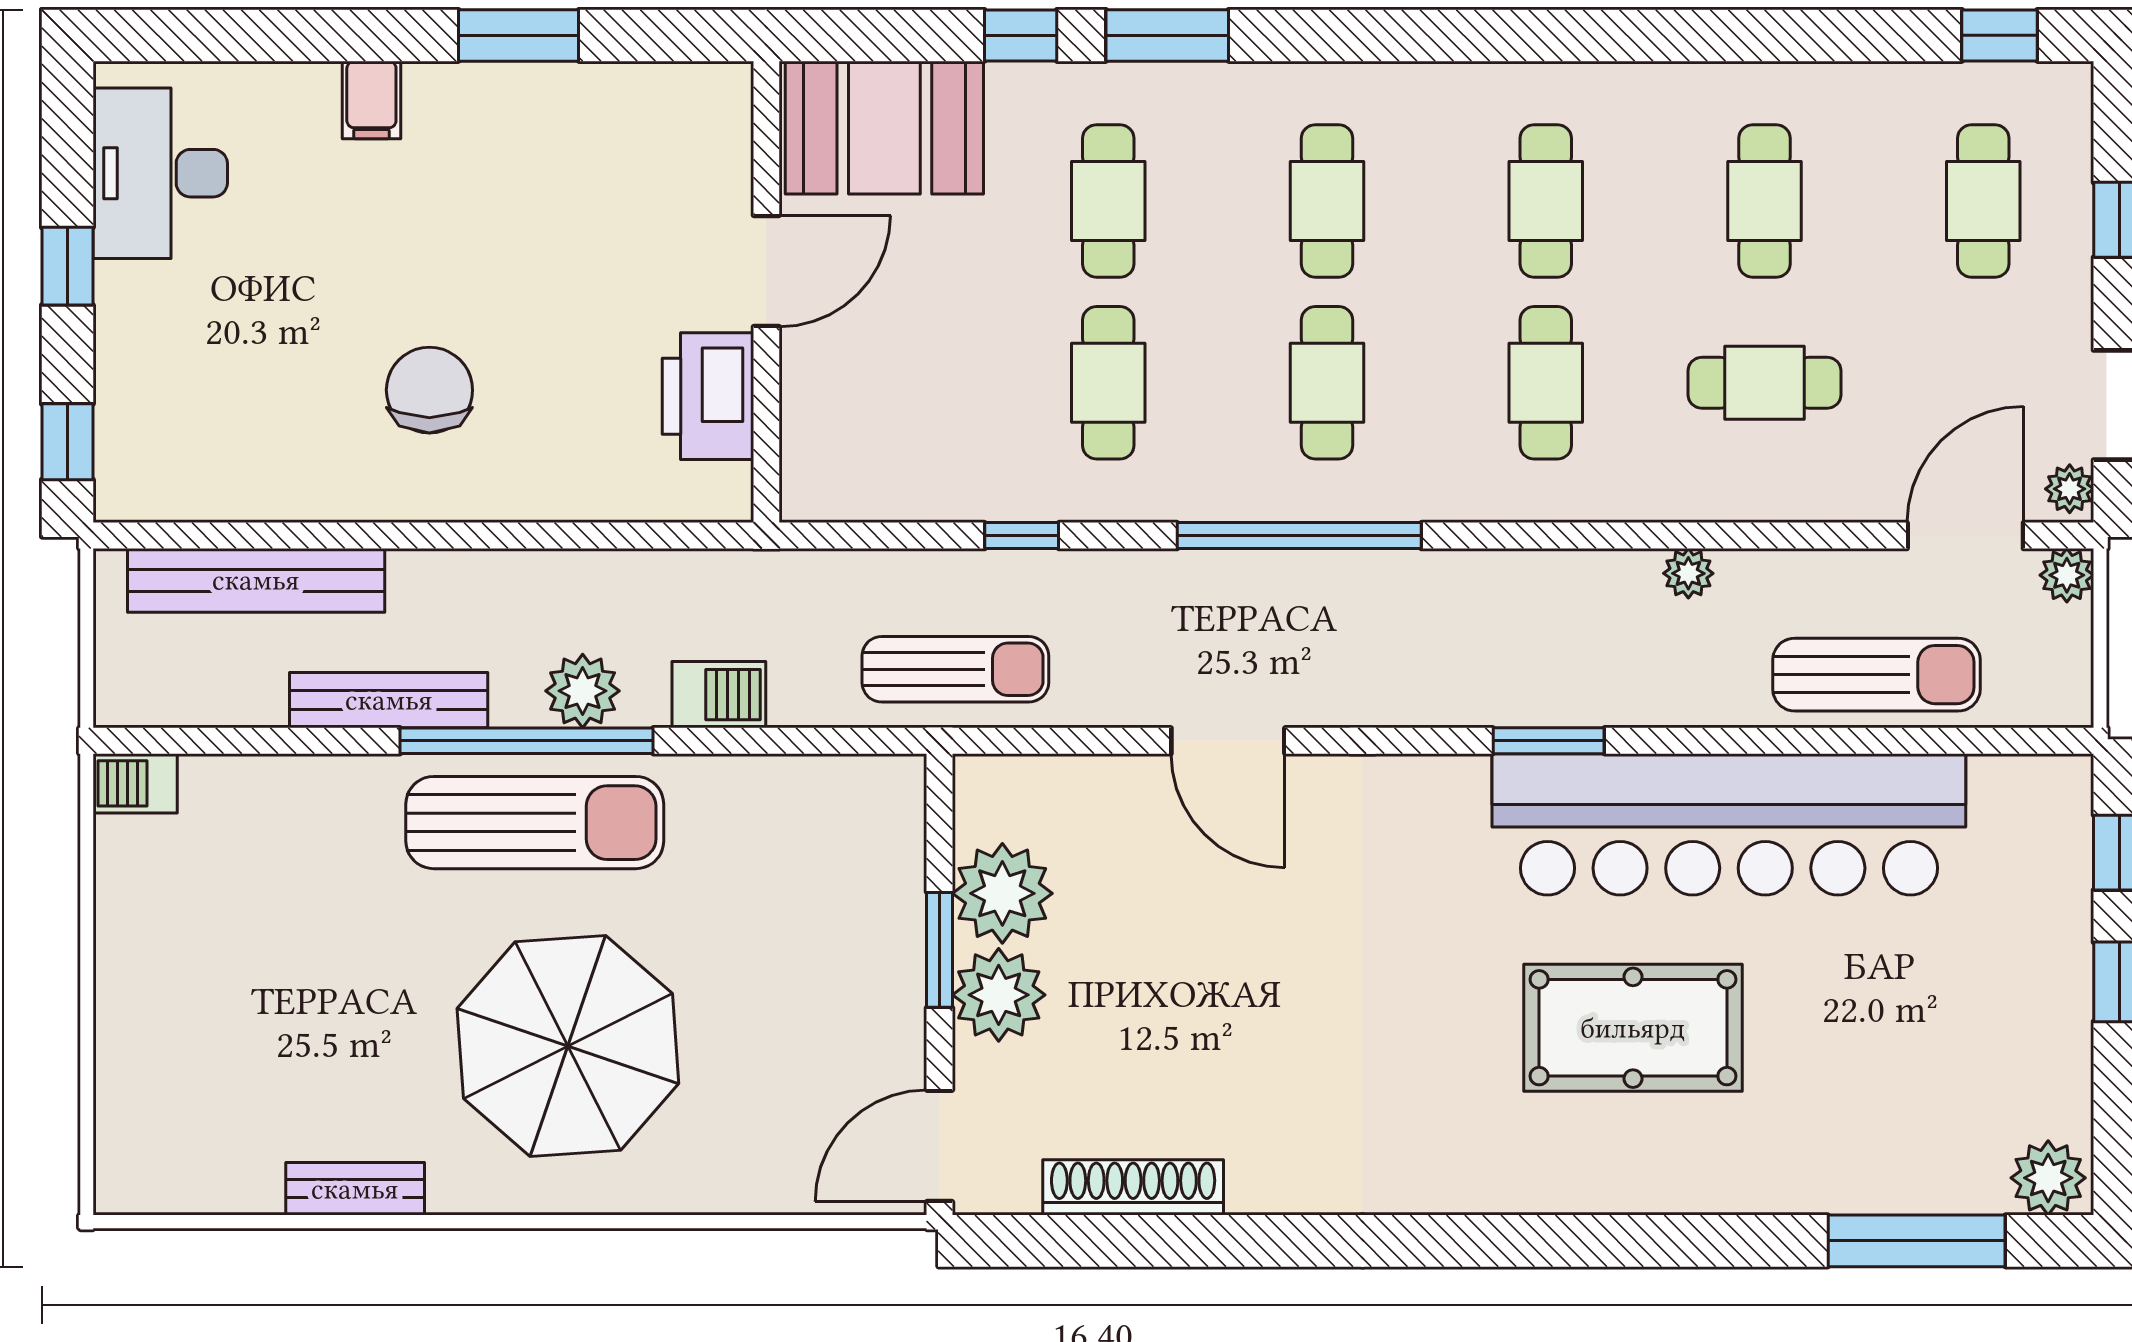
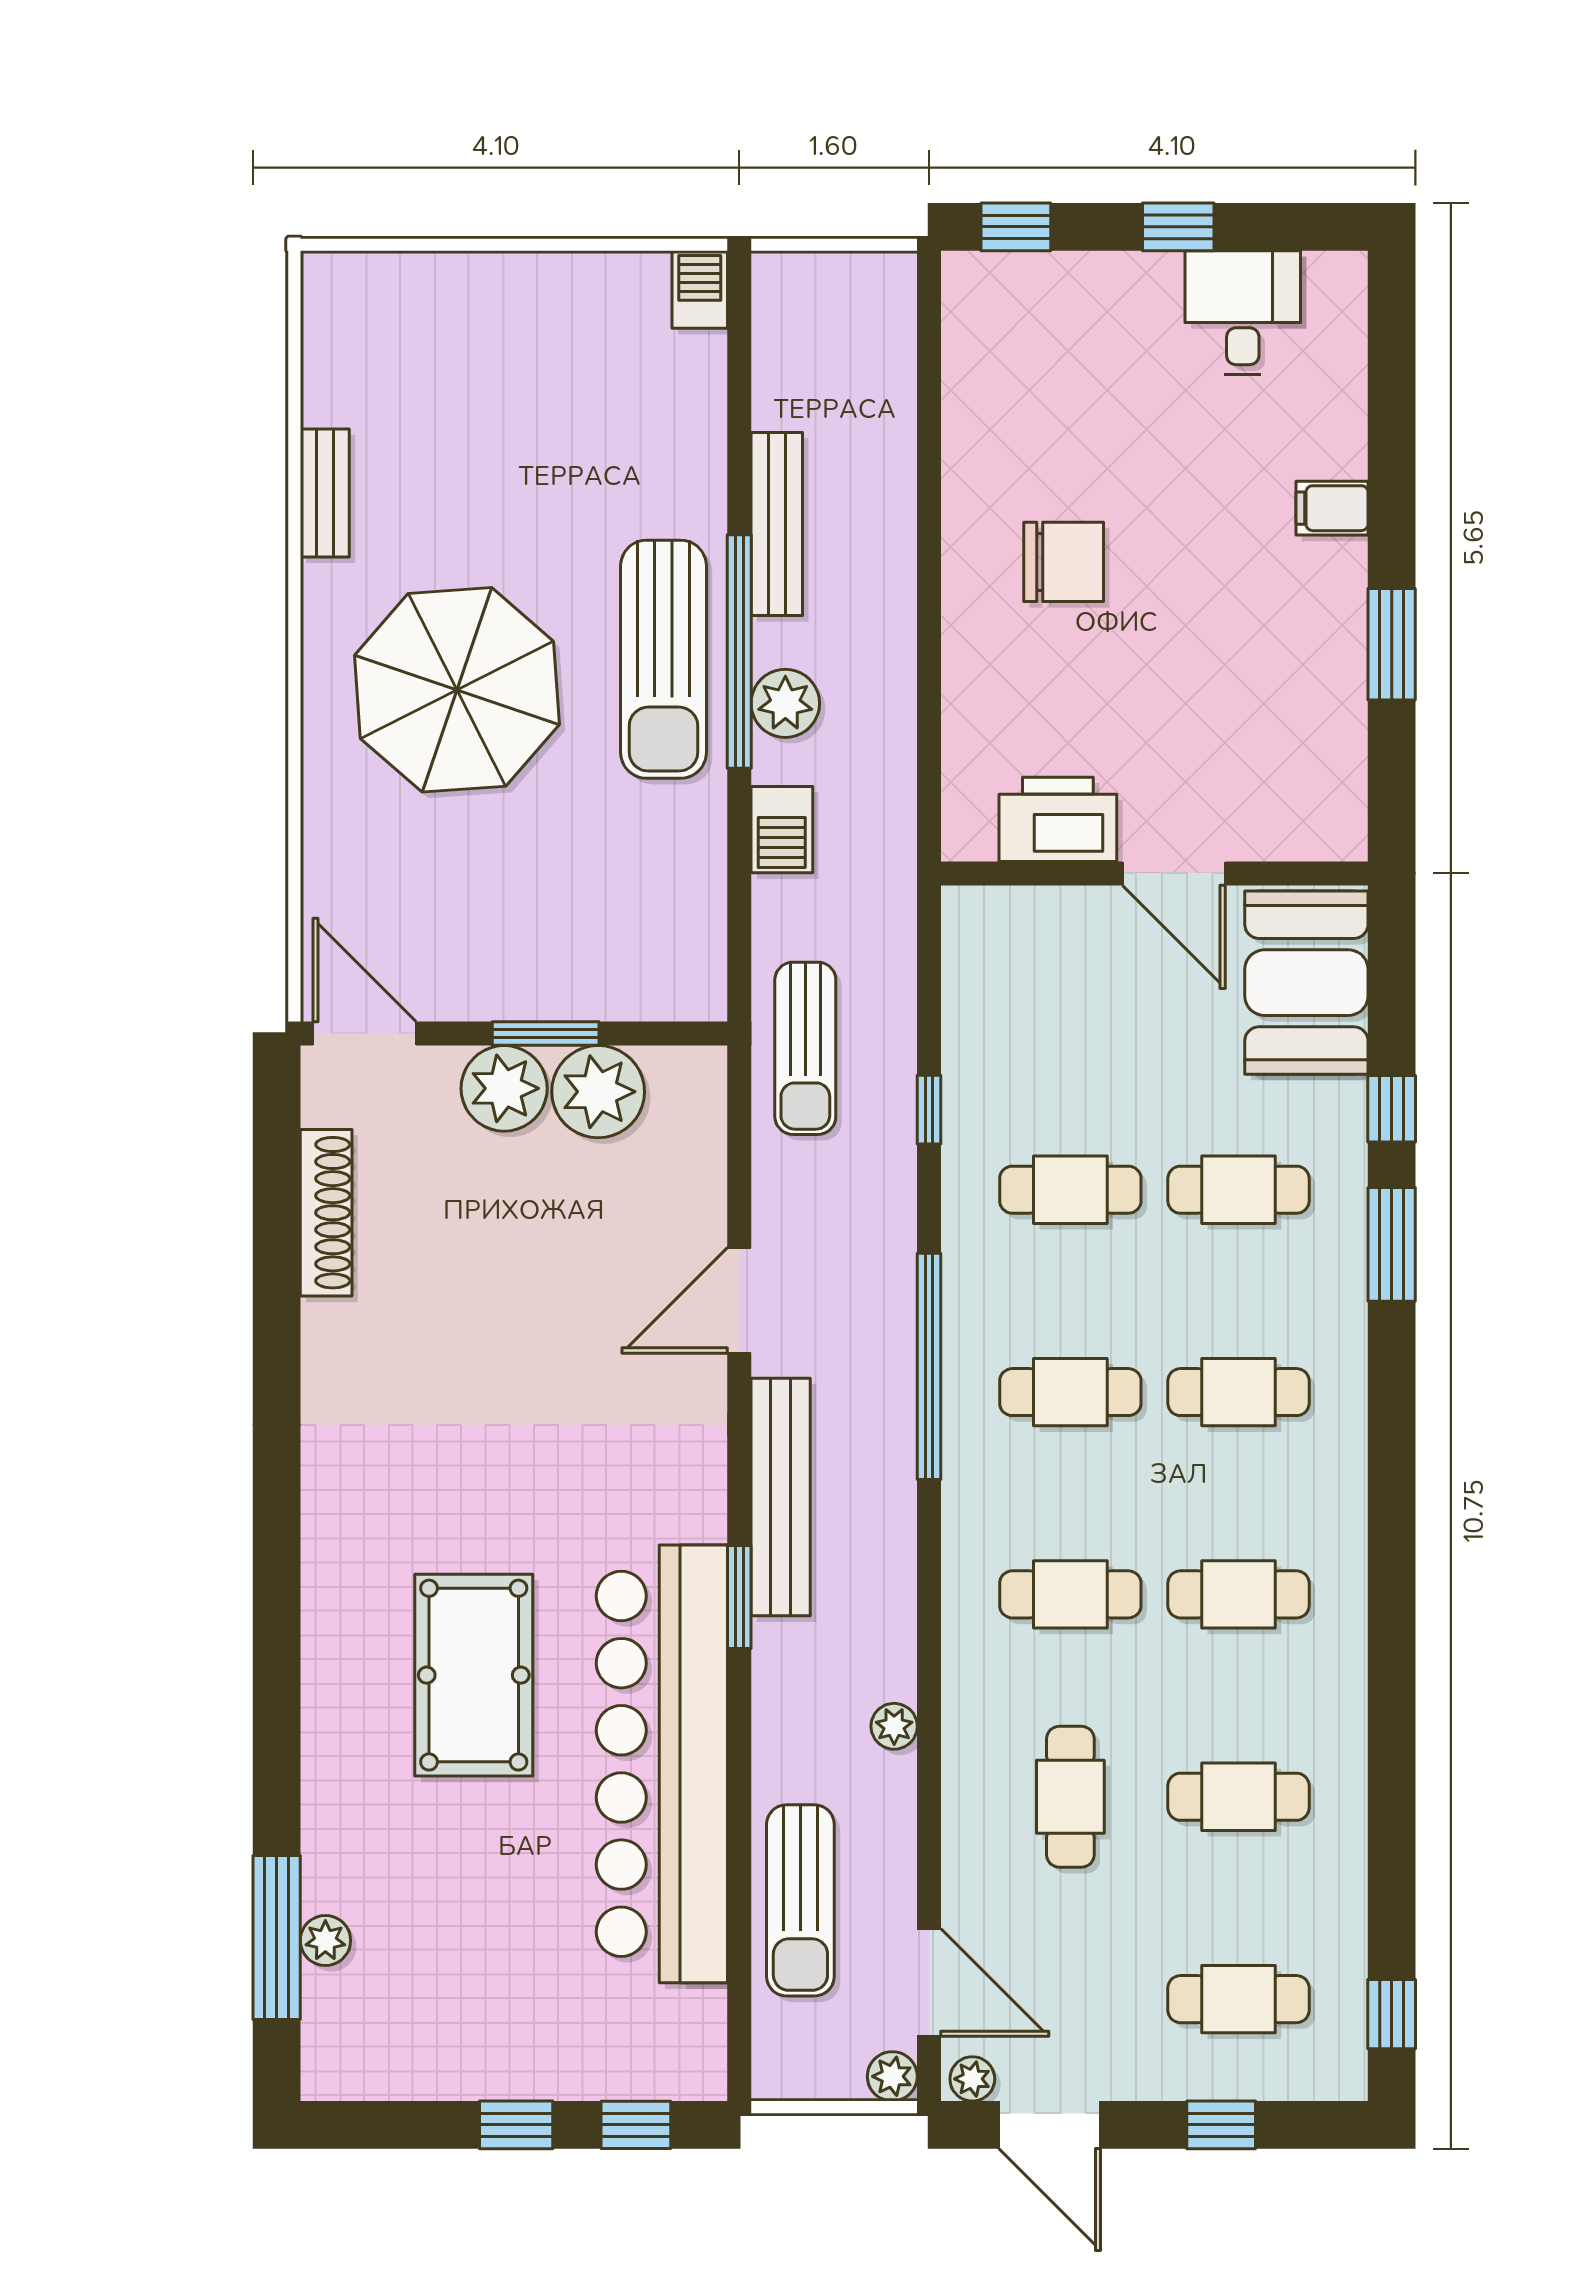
desk: (160, 173) -> (1243, 313), width x0.73
bench: (256, 580) -> (781, 1497), moved
plant: (2048, 1178) -> (325, 1940), moved, width x0.73, depth x0.73

